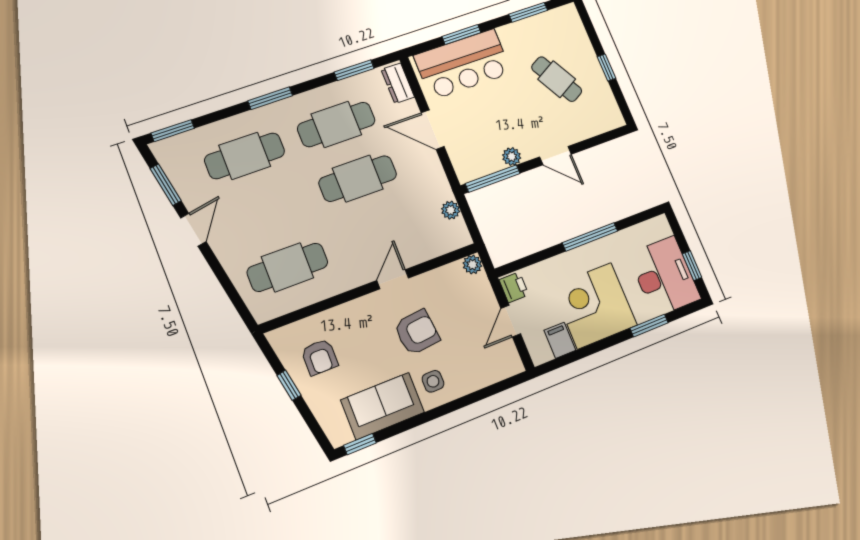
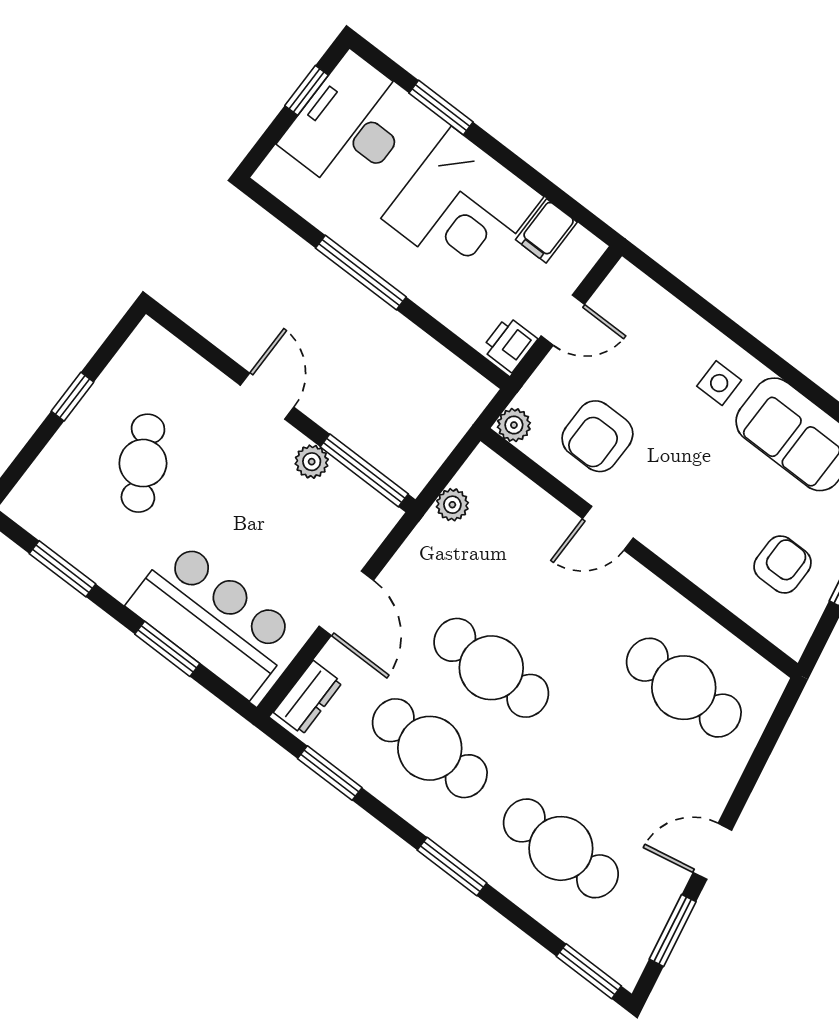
armchair: (417, 332) -> (597, 436), moved, turned -84

